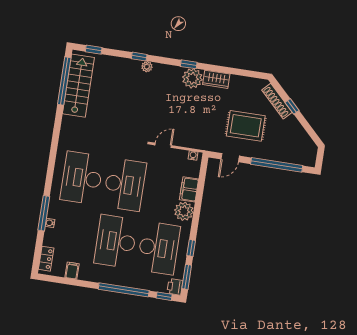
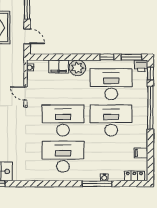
desk: (82, 178) -> (63, 157), turned 180
desk: (116, 241) -> (111, 120), turned 180

